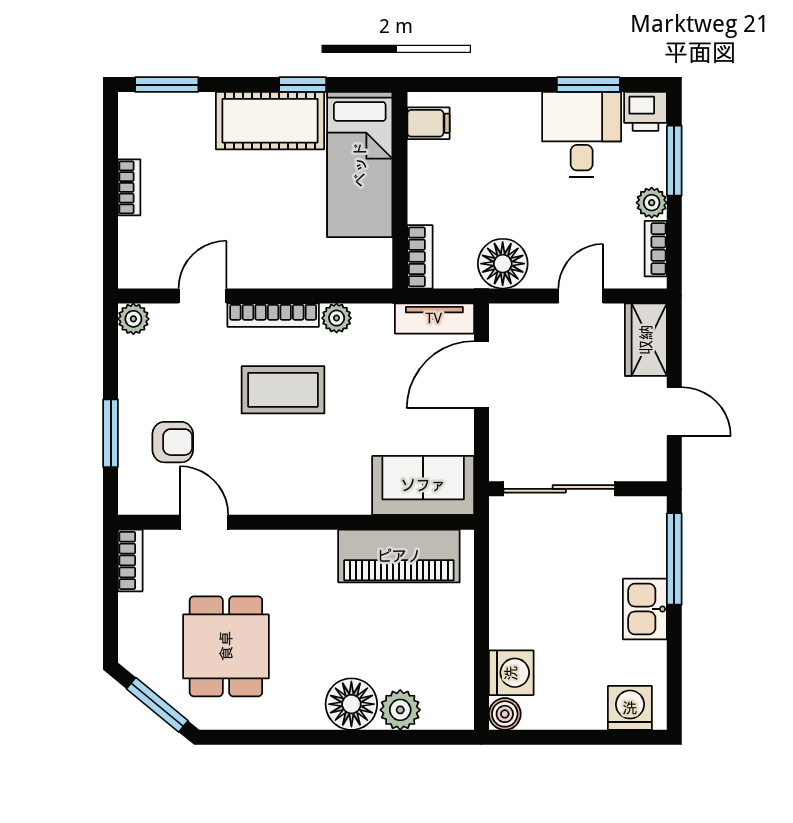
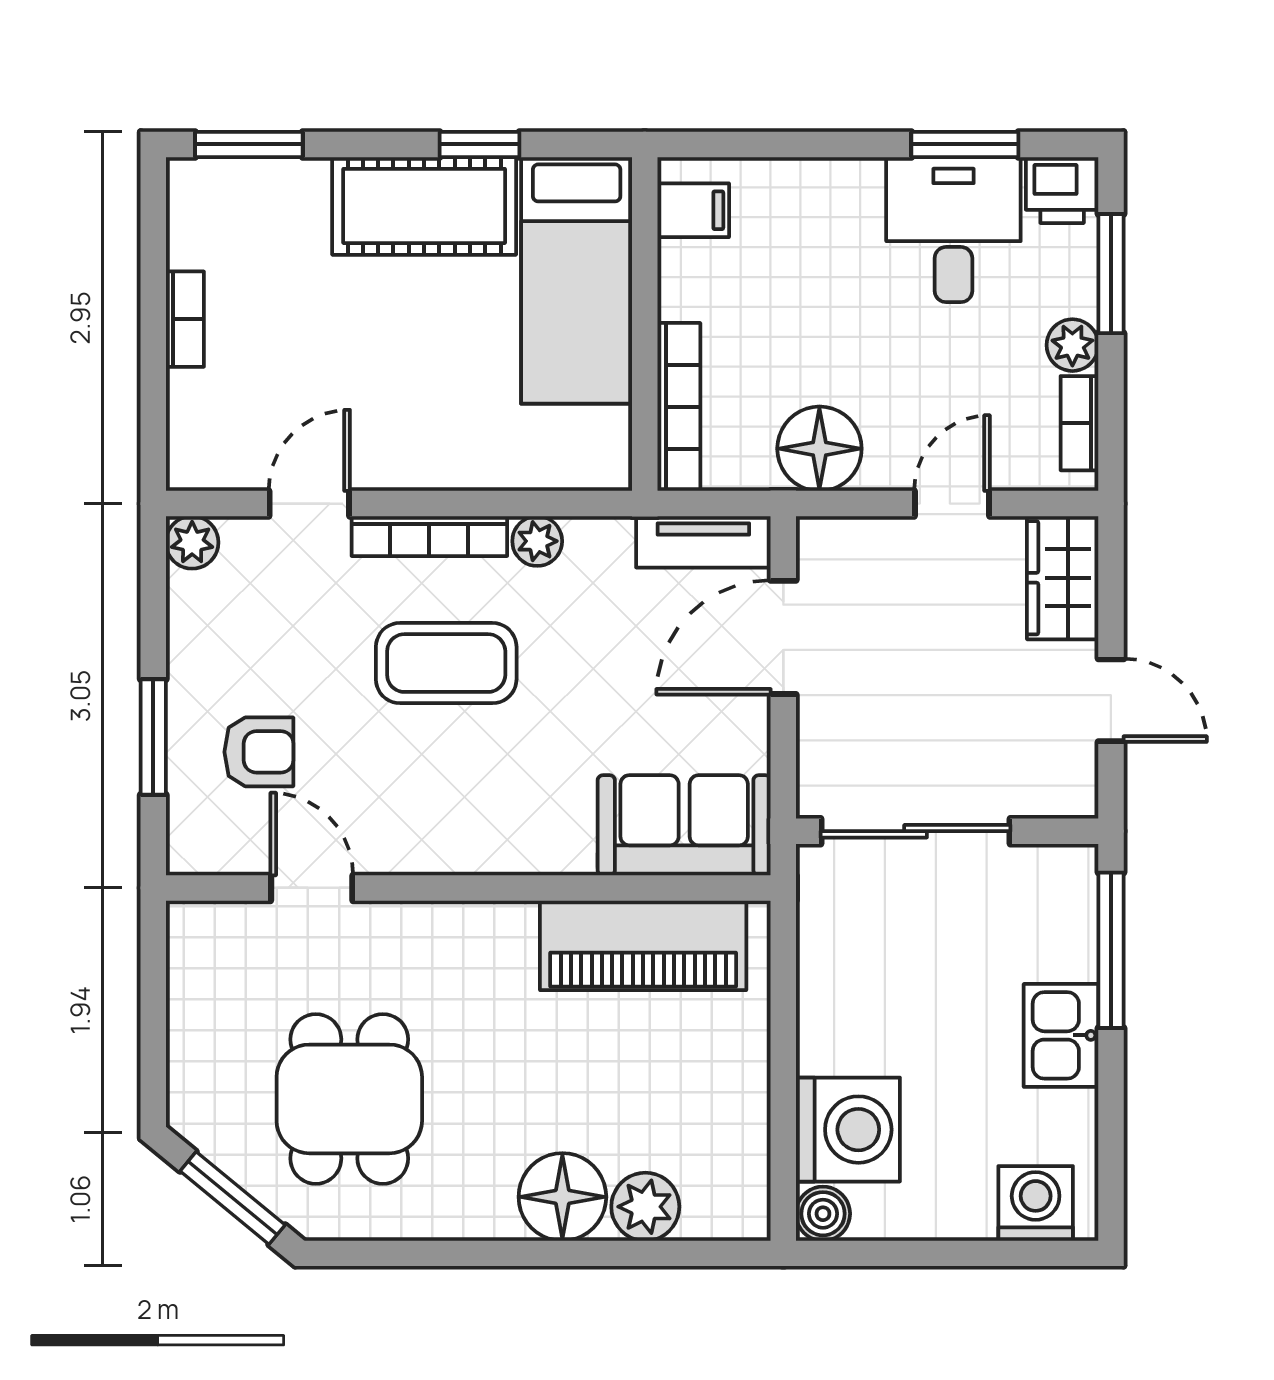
bookcase: (420, 257) -> (679, 407), width x1.56
bookcase: (130, 560) -> (187, 953), removed
washing machine: (511, 673) -> (848, 1130), width x1.37, depth x1.37

